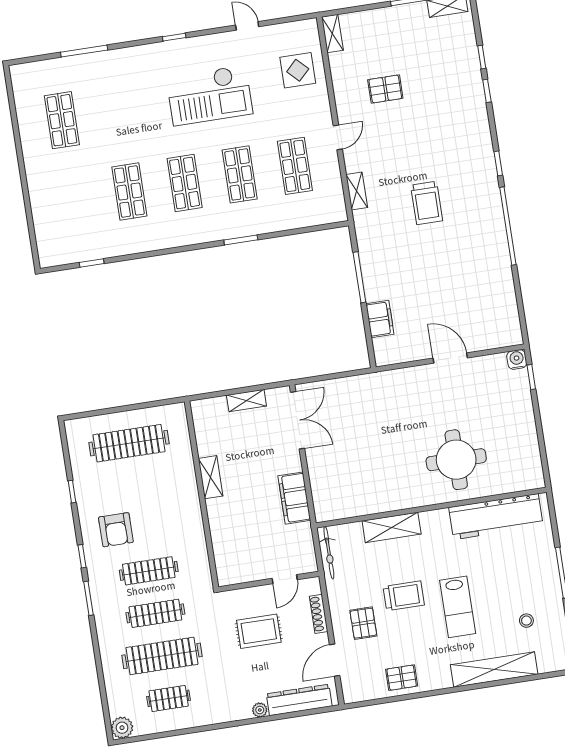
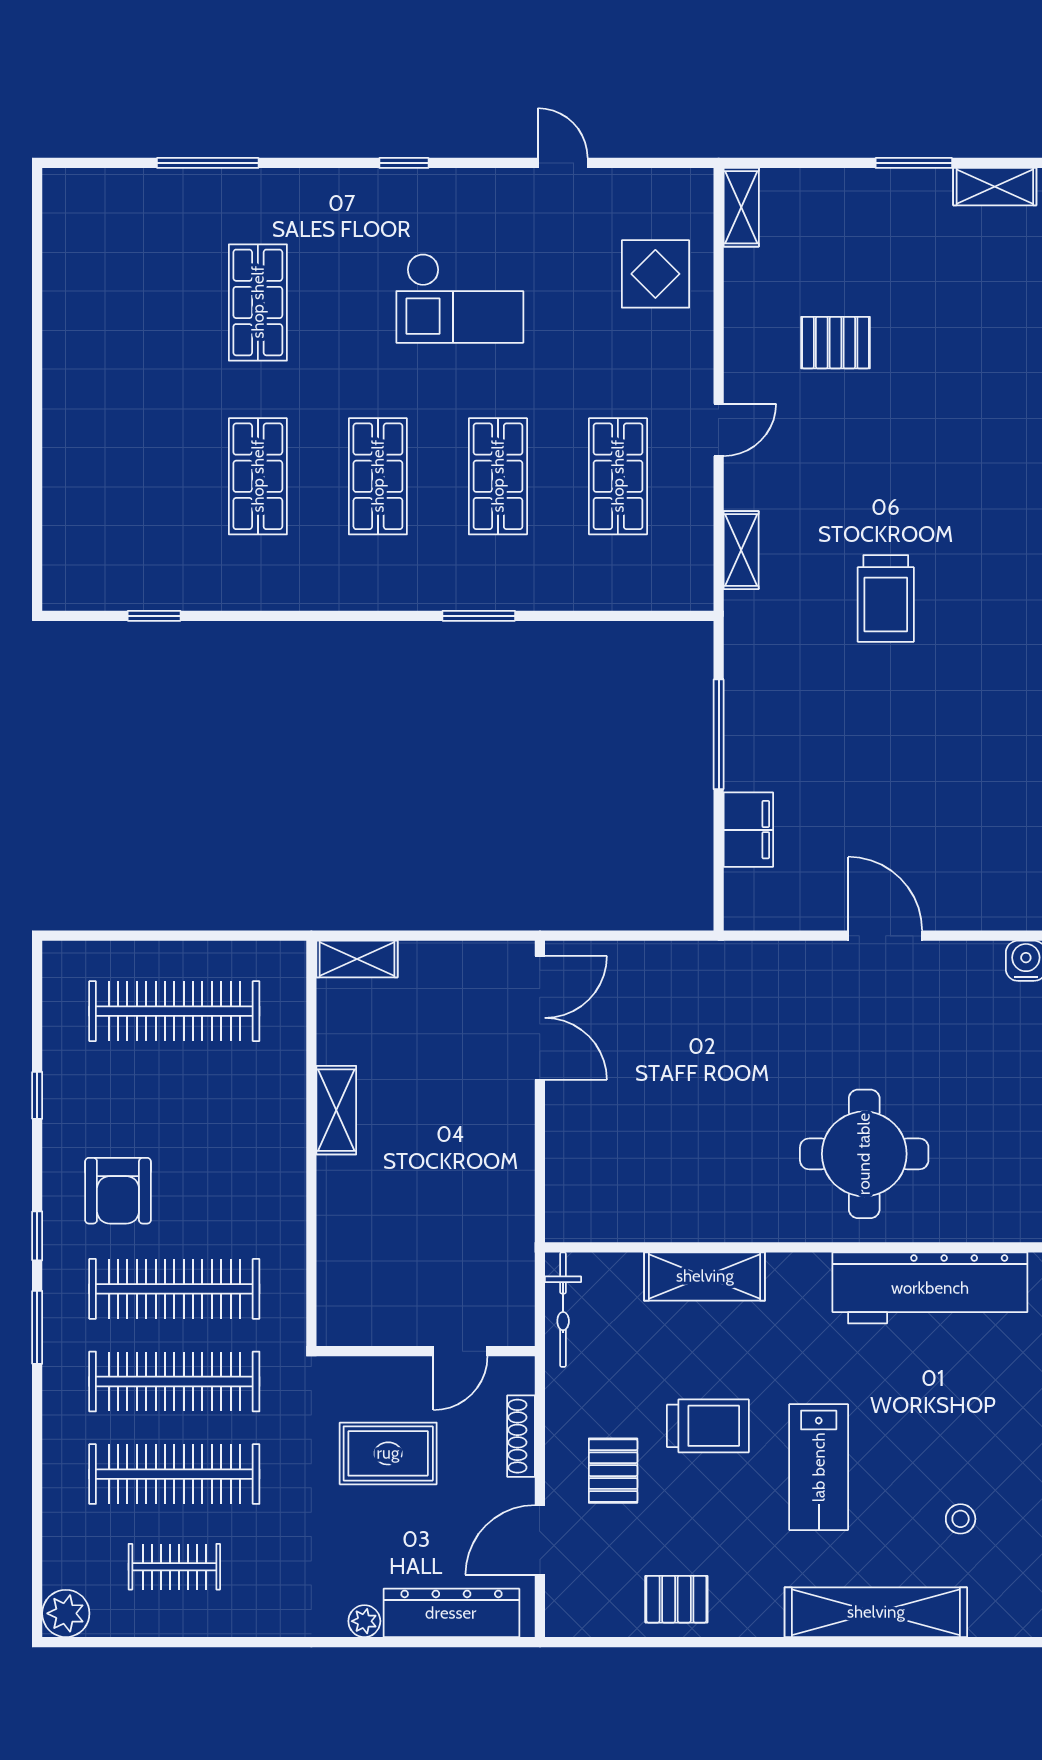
checkout: (210, 95) -> (460, 298), width x0.73, depth x0.83
shop shelf: (62, 120) -> (258, 302), moved
shelving: (246, 400) -> (357, 959), moved
filing cabinet: (294, 498) -> (508, 1182), removed
clothes rail: (149, 571) -> (174, 1289), width x1.37, depth x1.31
clothes rail: (155, 613) -> (174, 1381), width x1.37, depth x1.31

